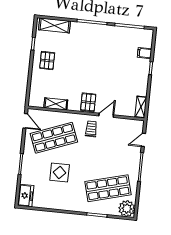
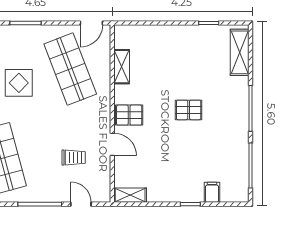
pallet: (47, 61) -> (189, 110), moved
trolley: (91, 129) -> (74, 158), moved

